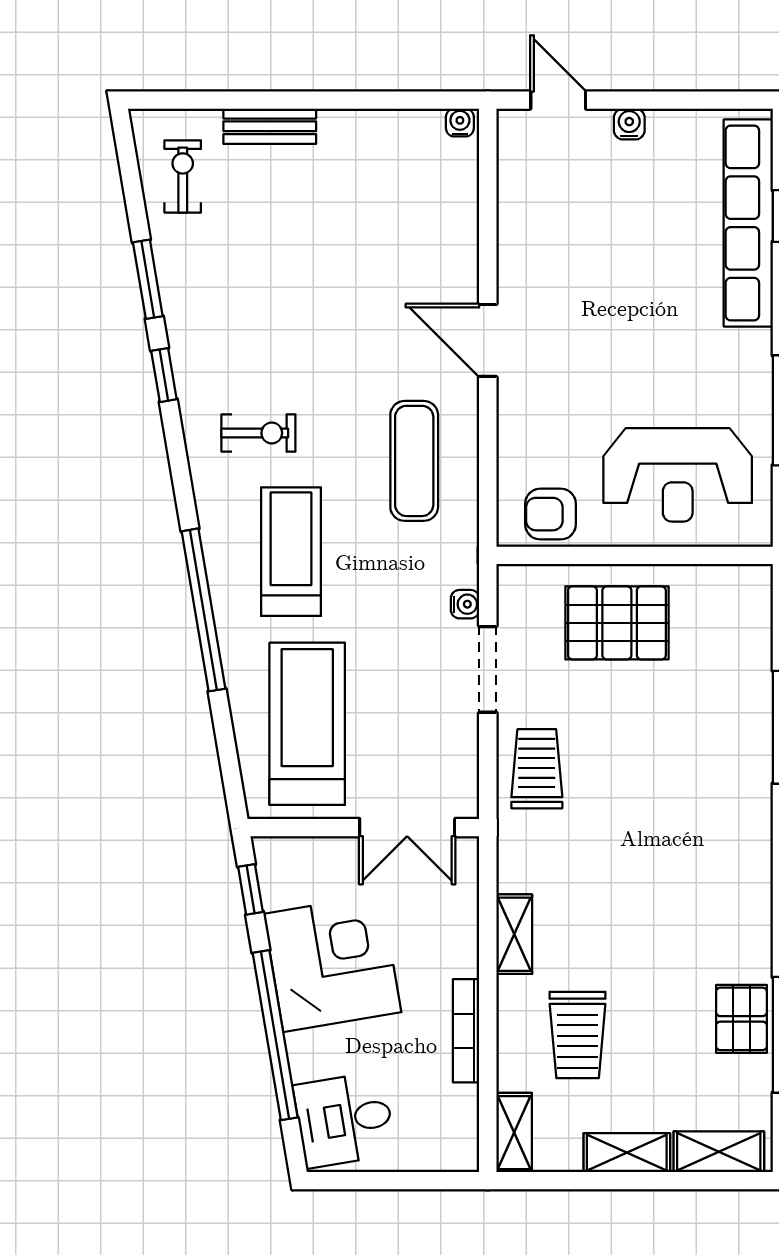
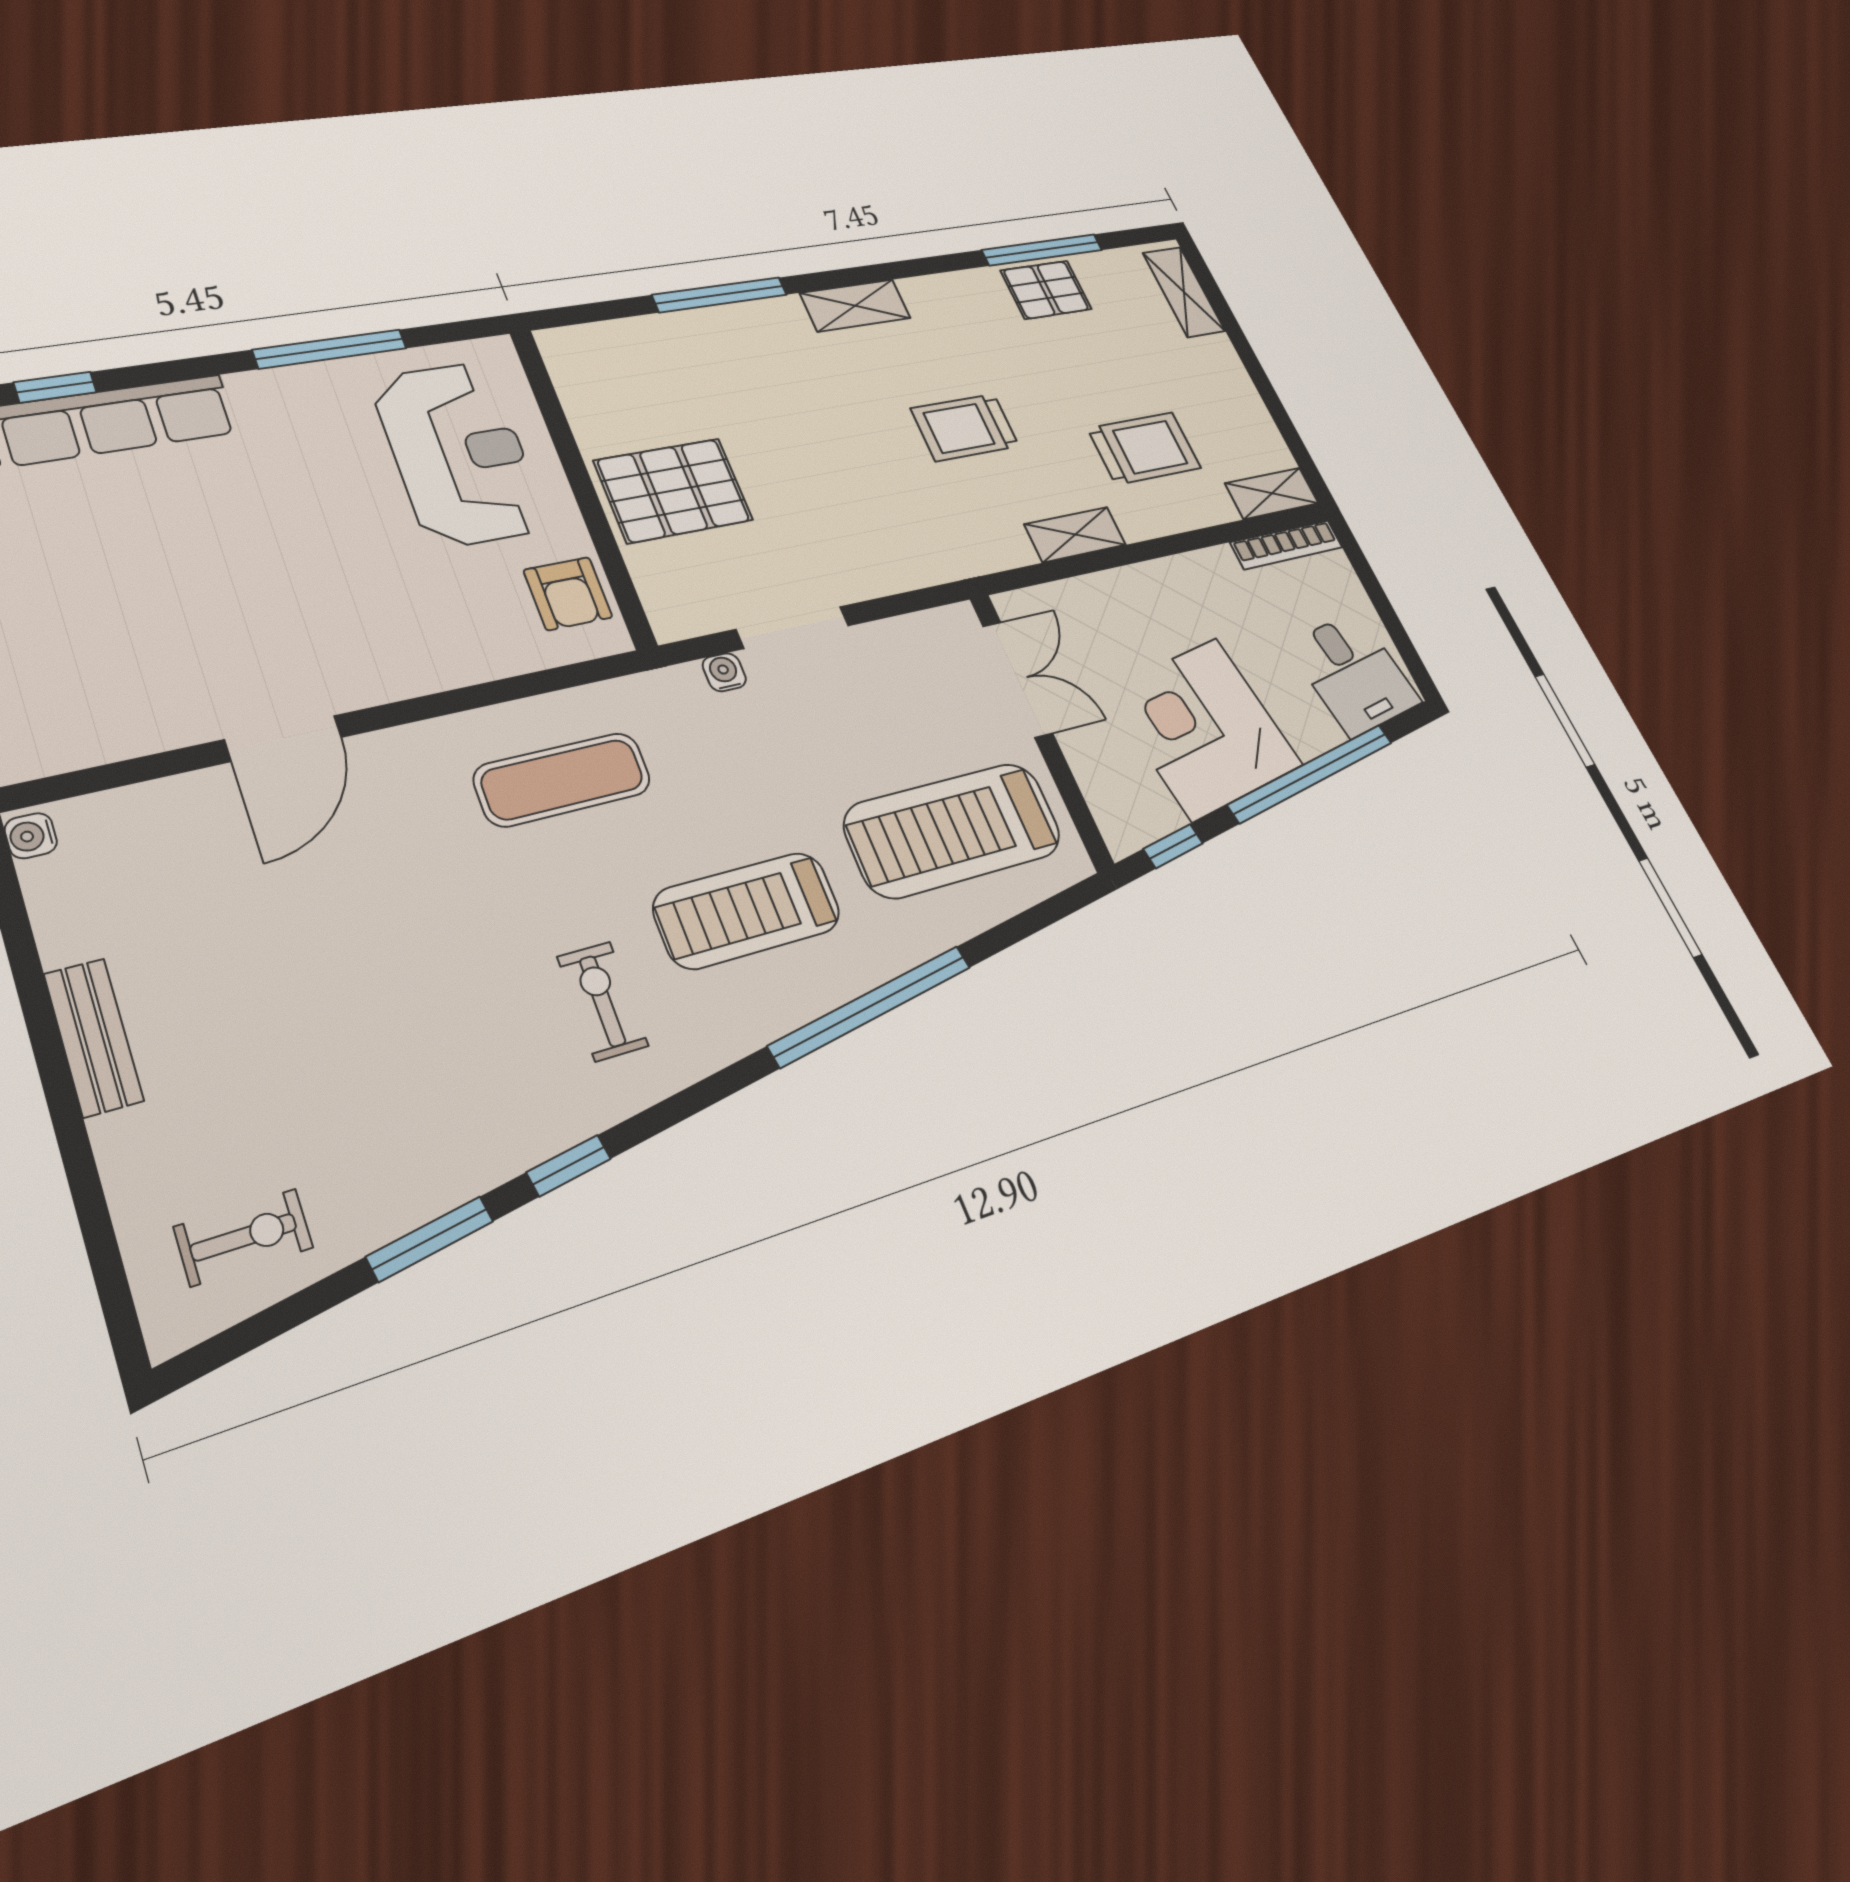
bench: (270, 126) -> (94, 1037), moved
exercise bike: (183, 176) -> (244, 1237), turned 180
door: (488, 340) -> (283, 738), moved
pallet: (617, 623) -> (673, 490), turned 90
trolley: (537, 769) -> (965, 427), moved
bookcase: (466, 1031) -> (1287, 545), moved
shelving: (627, 1153) -> (855, 306), moved, turned 90

